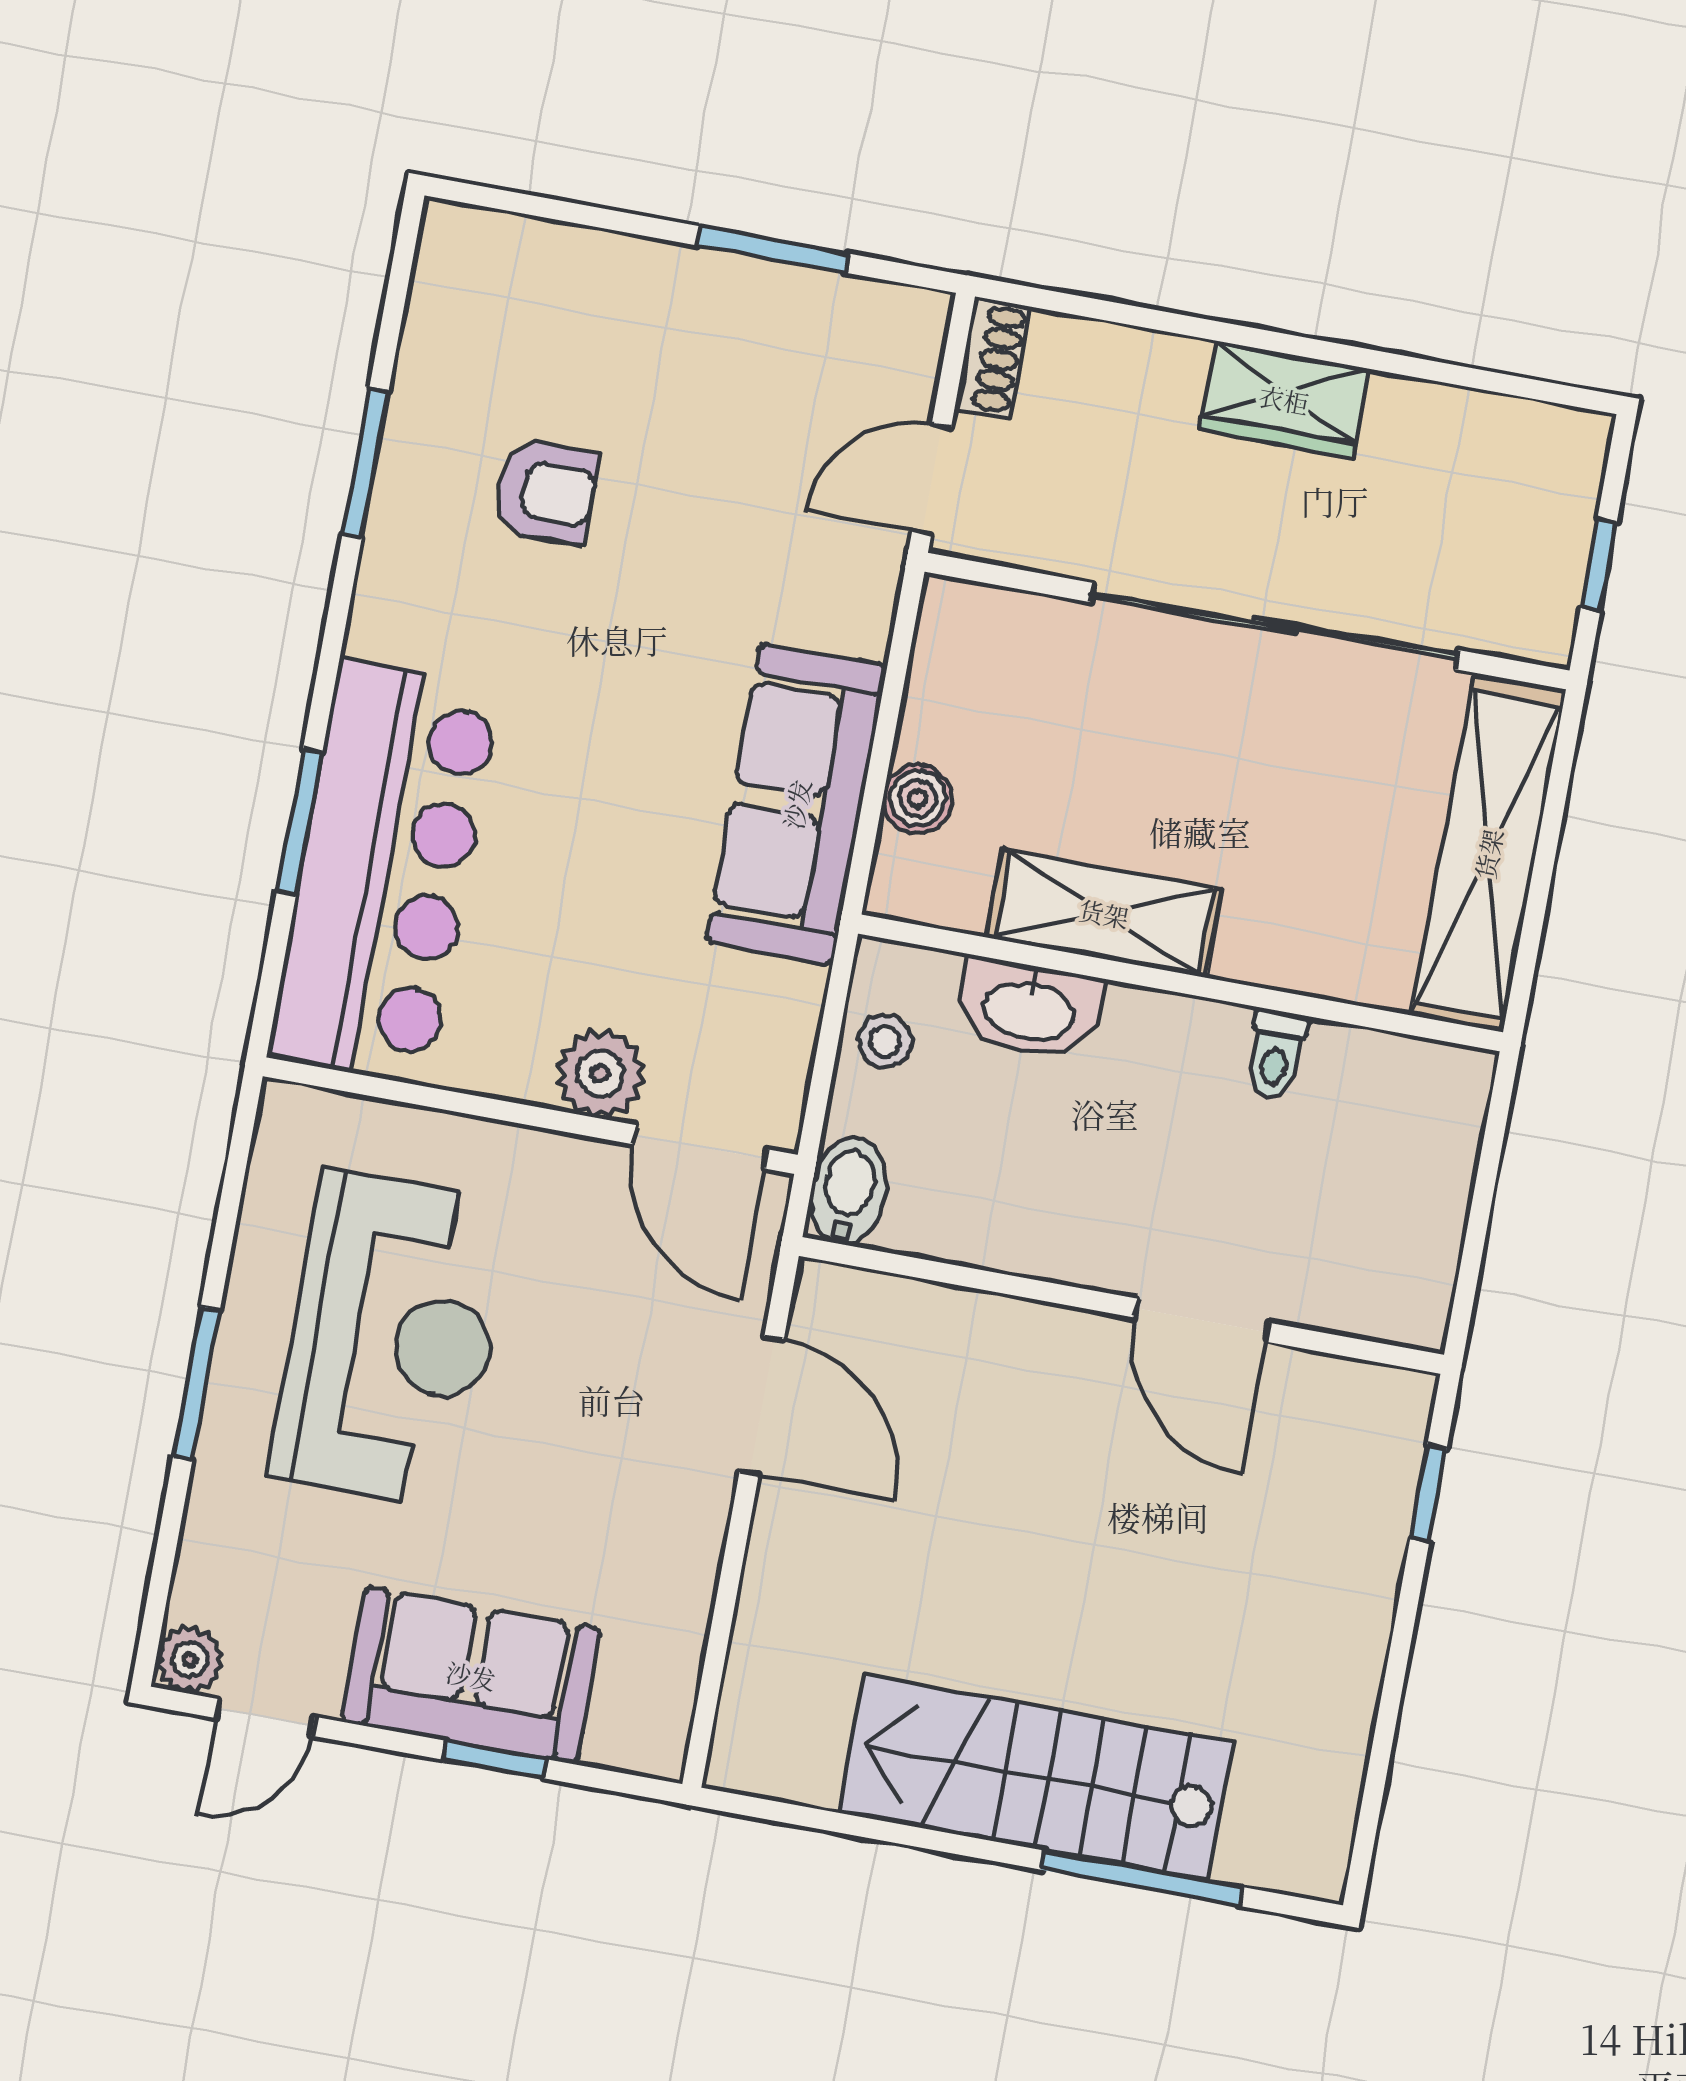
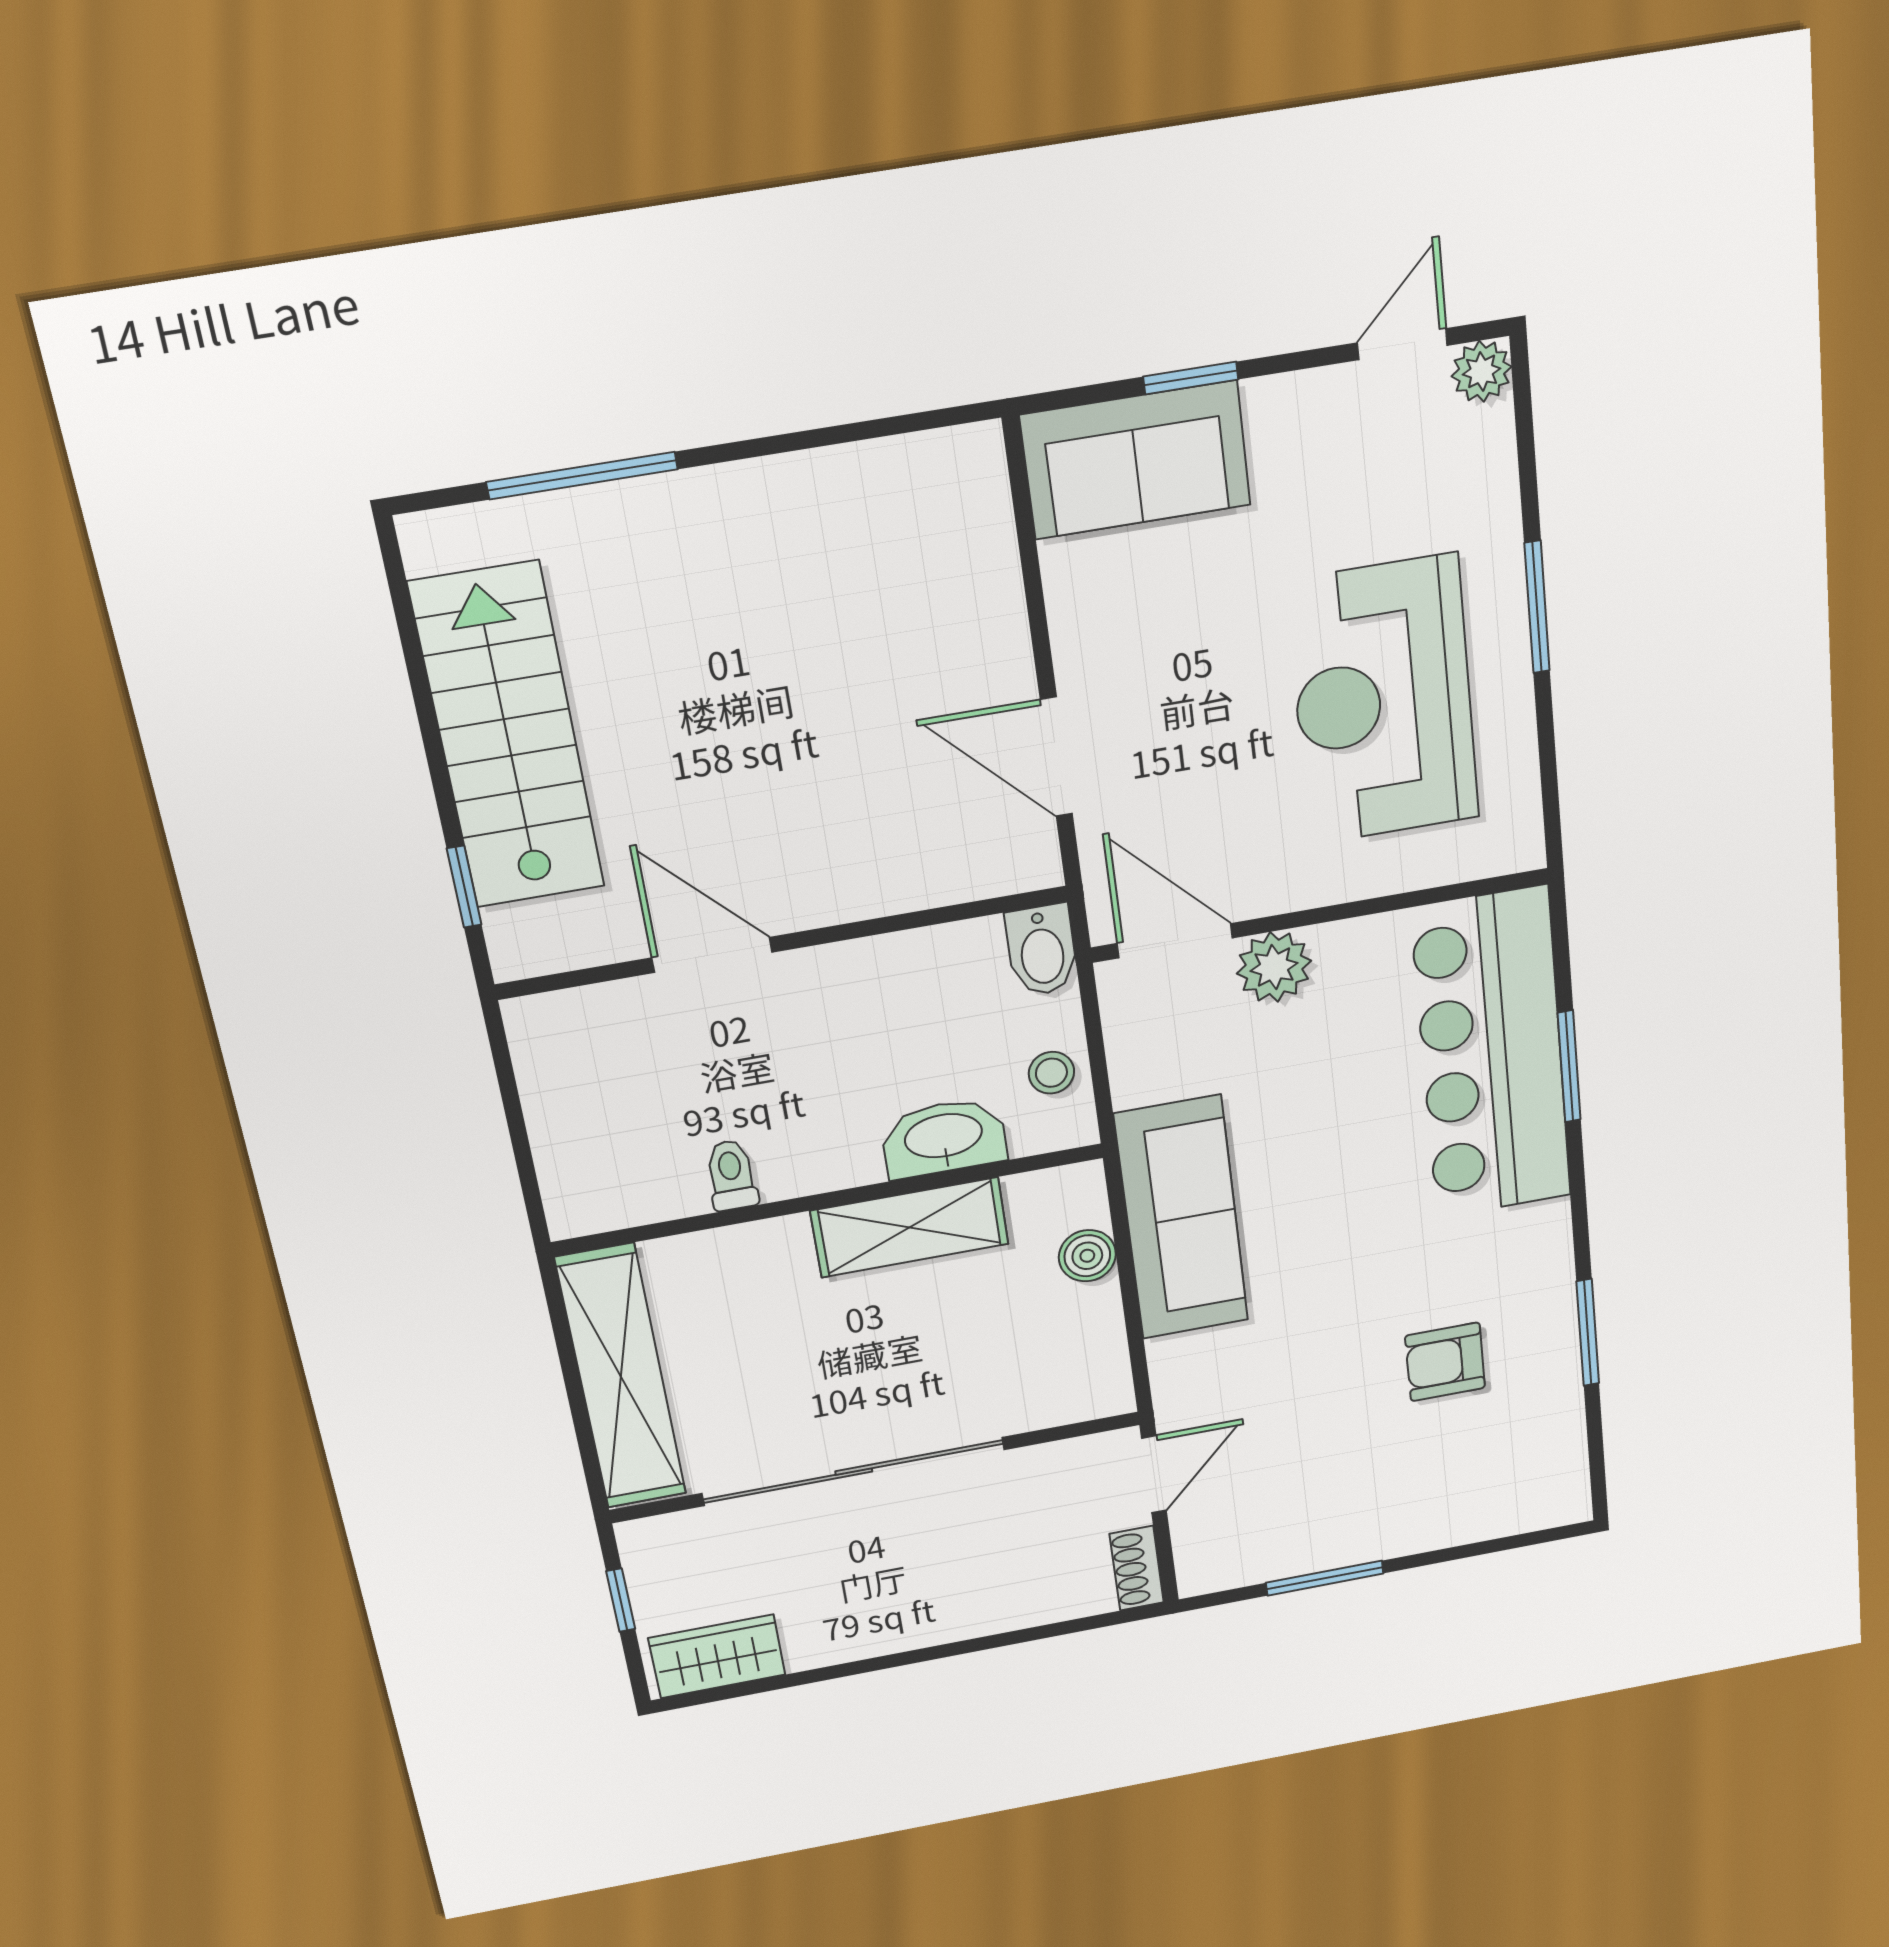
wardrobe: (1284, 399) -> (717, 1656), moved
sofa: (471, 1675) -> (1136, 460), moved
stairs: (1036, 1777) -> (508, 737), moved, turned -90

